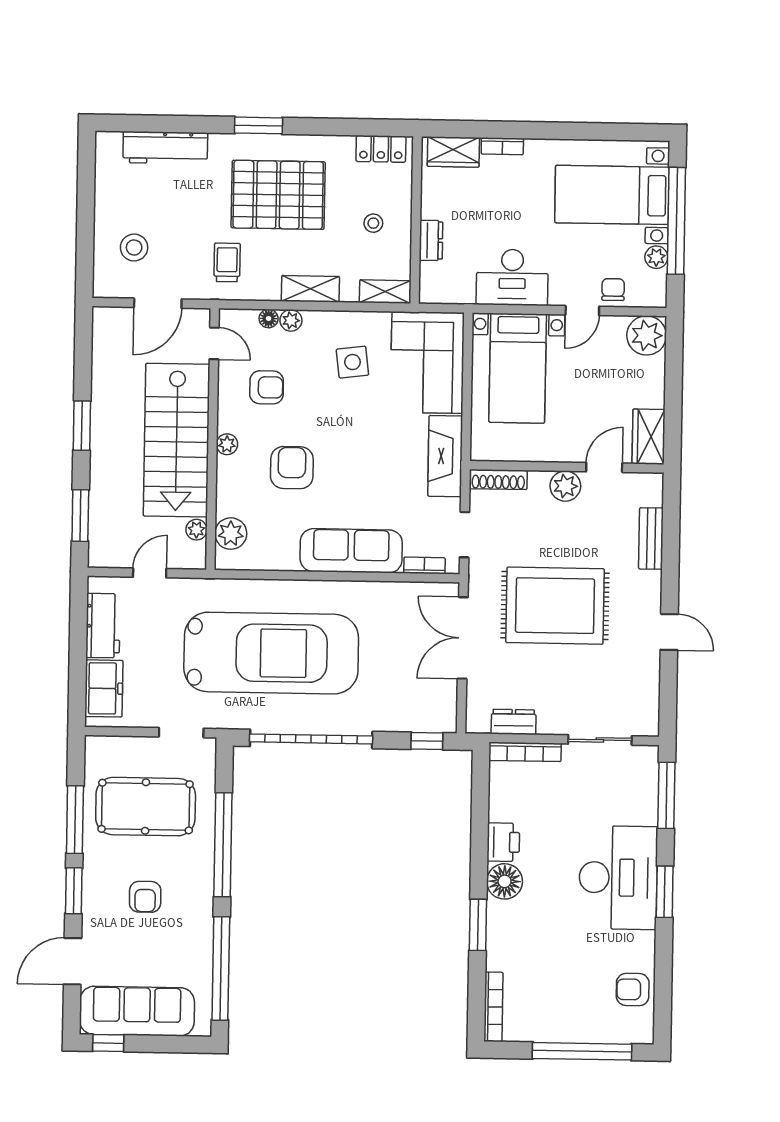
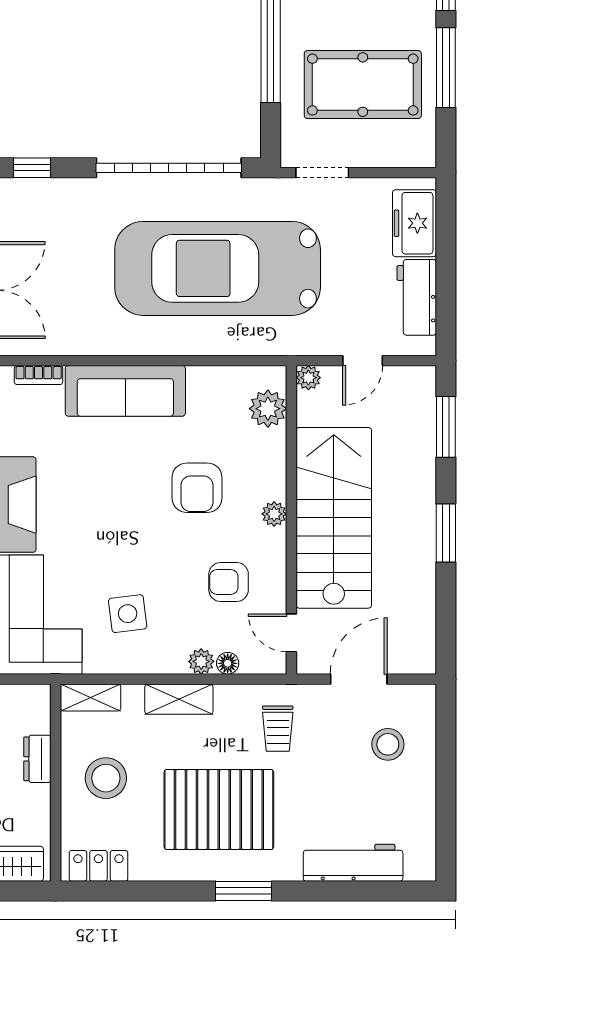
stool: (373, 223) -> (106, 778), width x1.89, depth x1.89
plant: (196, 530) -> (308, 378), moved

